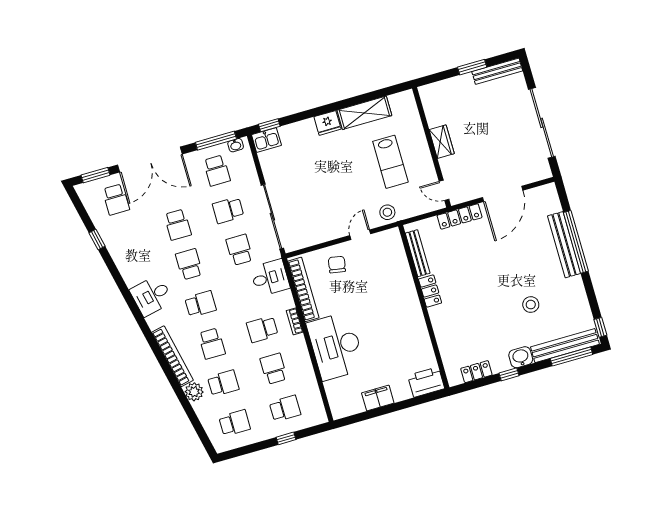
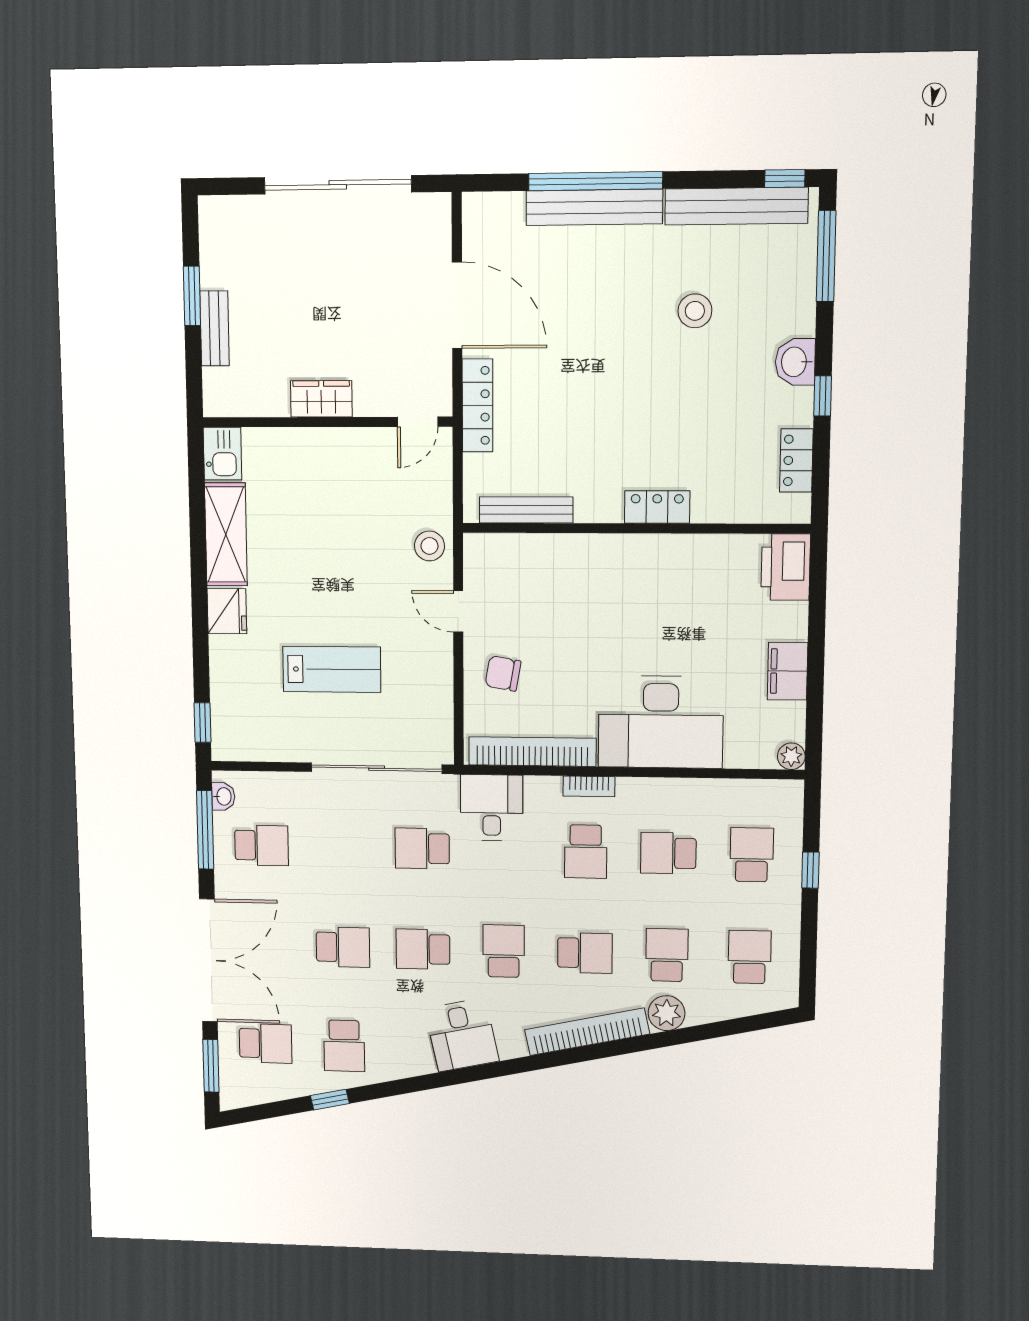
bench: (497, 71) -> (215, 328), moved, width x0.73
kitchen sink: (266, 140) -> (222, 454), moved
lab bench: (390, 162) -> (332, 669), moved
school desk: (228, 210) -> (344, 1046), moved
locker: (430, 291) -> (657, 507), moved
bench: (565, 346) -> (736, 206), moved, turned 90
plant: (338, 412) -> (791, 756), added

